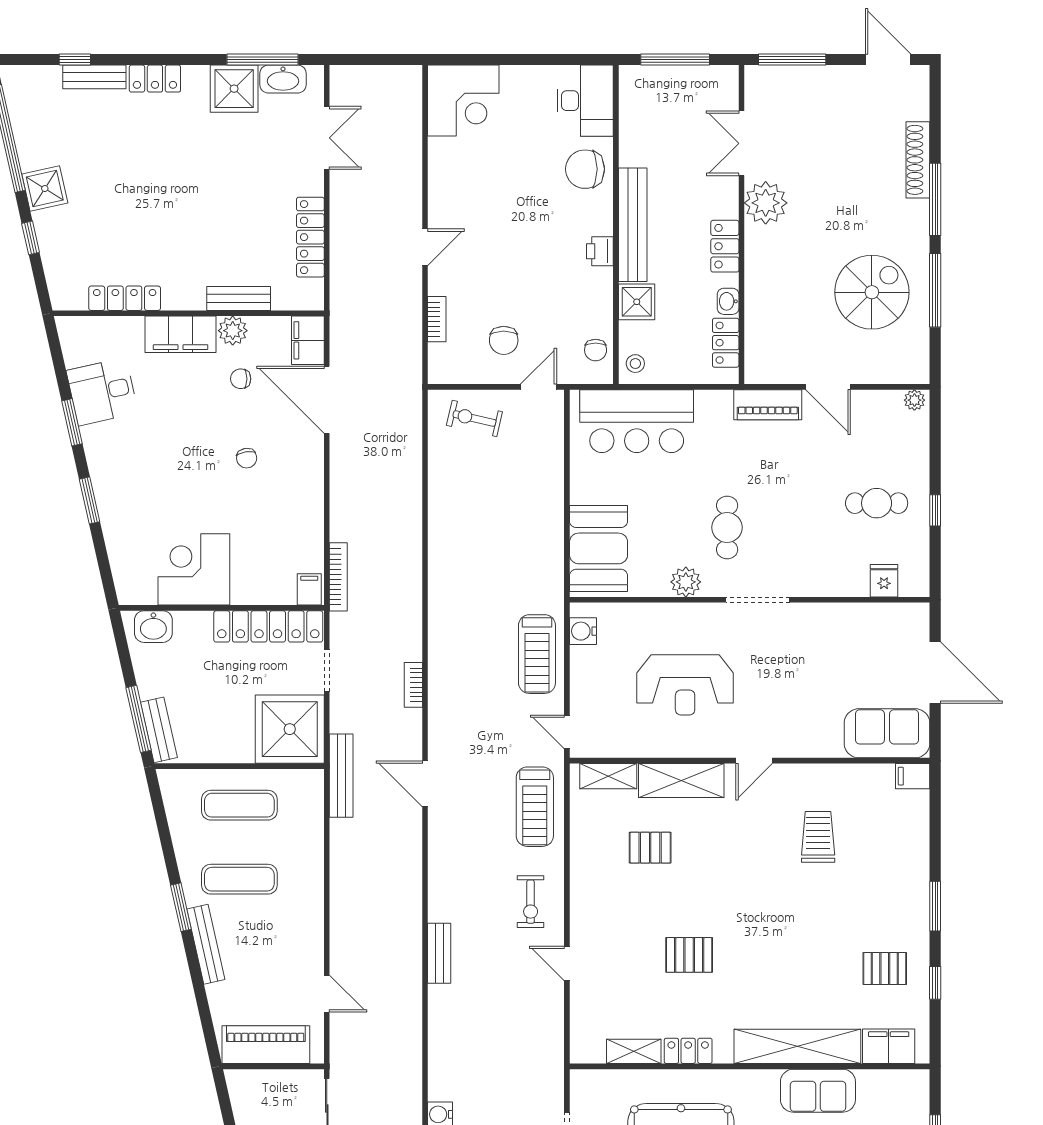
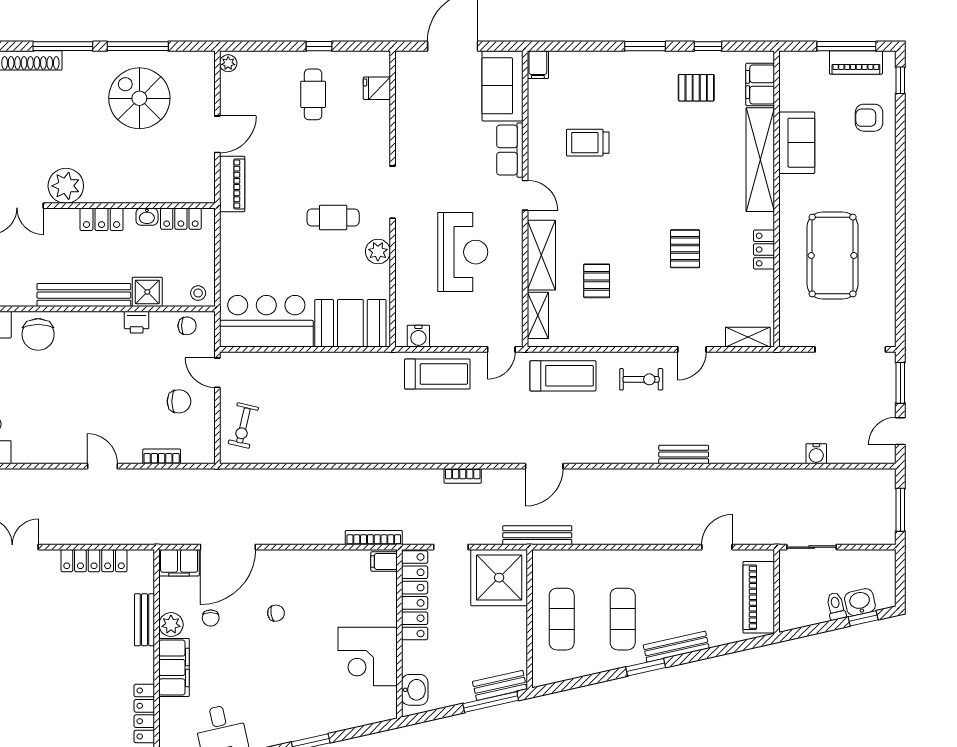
printer: (600, 251) -> (137, 322), moved
bar counter: (637, 421) -> (266, 321), moved, turned -90
row of seats: (809, 742) -> (510, 150), added
pallet: (885, 969) -> (696, 88), turned 90
shelving: (634, 1051) -> (748, 337), moved, turned 90

